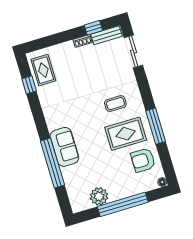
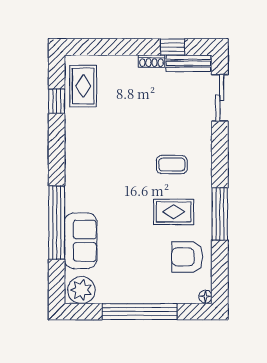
rug: (126, 134) -> (174, 212), width x0.73, depth x0.70
sofa: (64, 147) -> (81, 241), moved
plant: (99, 196) -> (81, 290), moved

